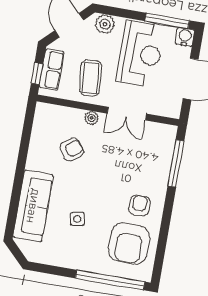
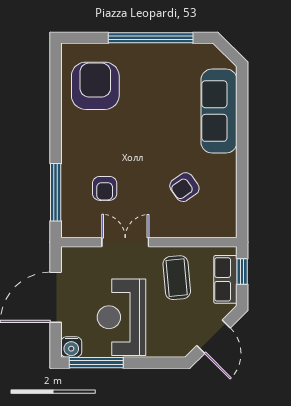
plant: (105, 24) -> (171, 346), removed
plant: (91, 118) -> (167, 230), removed
armchair: (139, 206) -> (105, 188), moved
side table: (77, 219) -> (163, 105), removed
window: (110, 280) -> (151, 38), moved

